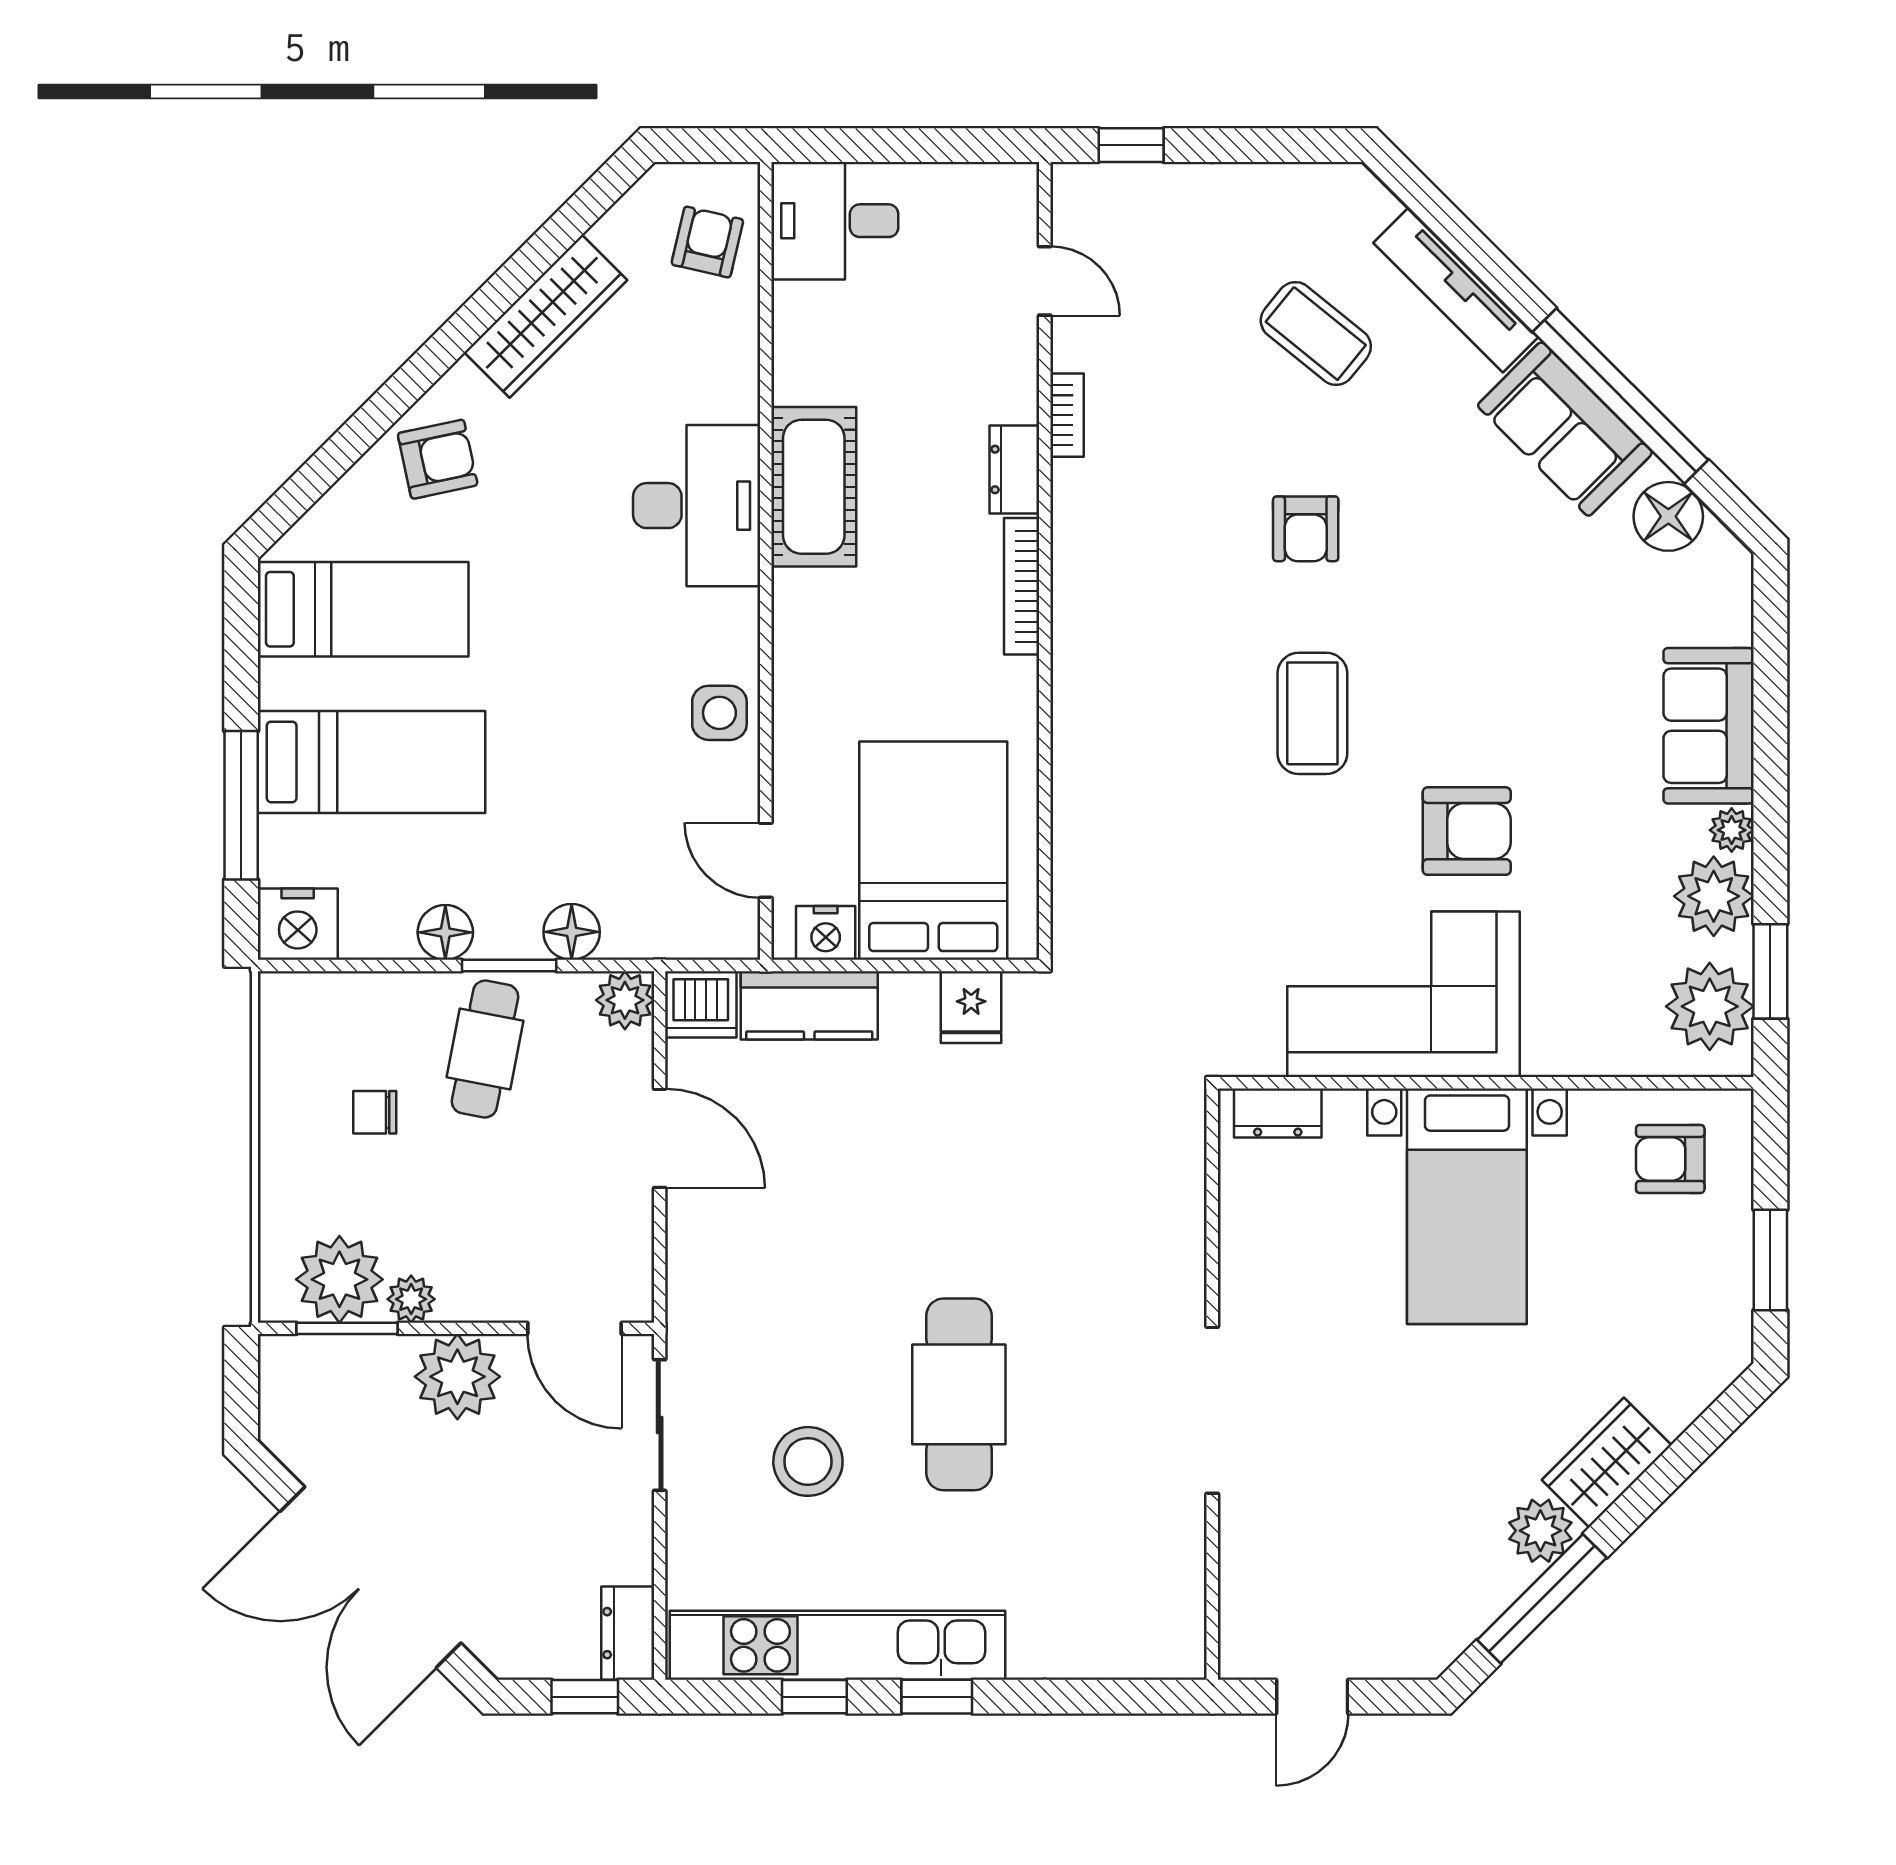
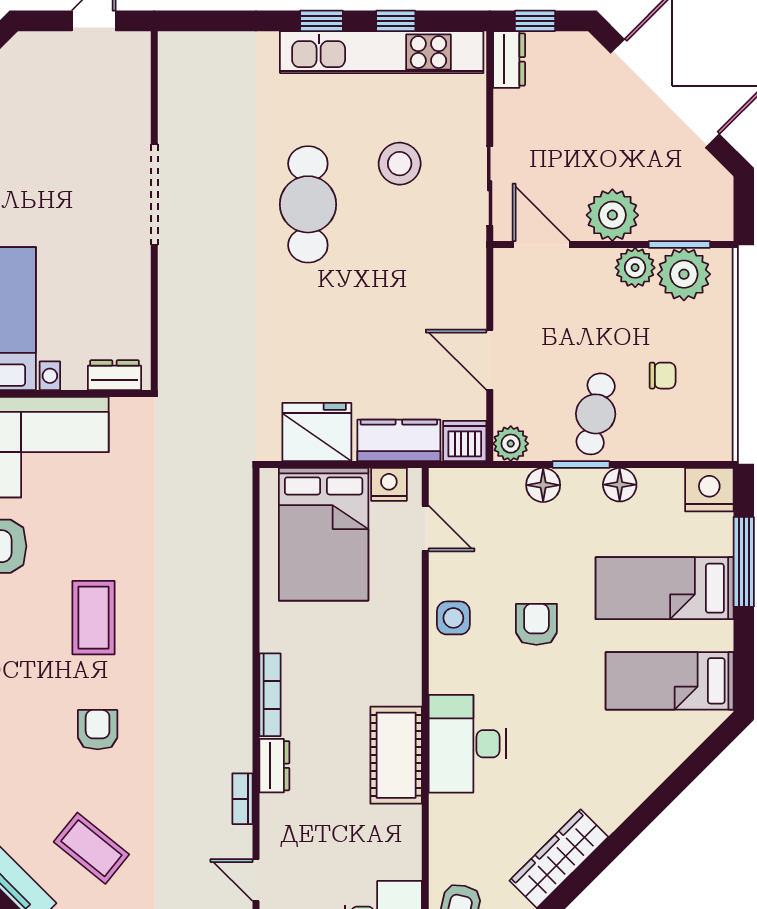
armchair: (438, 459) -> (536, 624), moved, turned 102
fridge: (971, 1007) -> (317, 432), width x1.88, depth x1.34
plant: (411, 1299) -> (635, 268), width x1.38, depth x1.38

